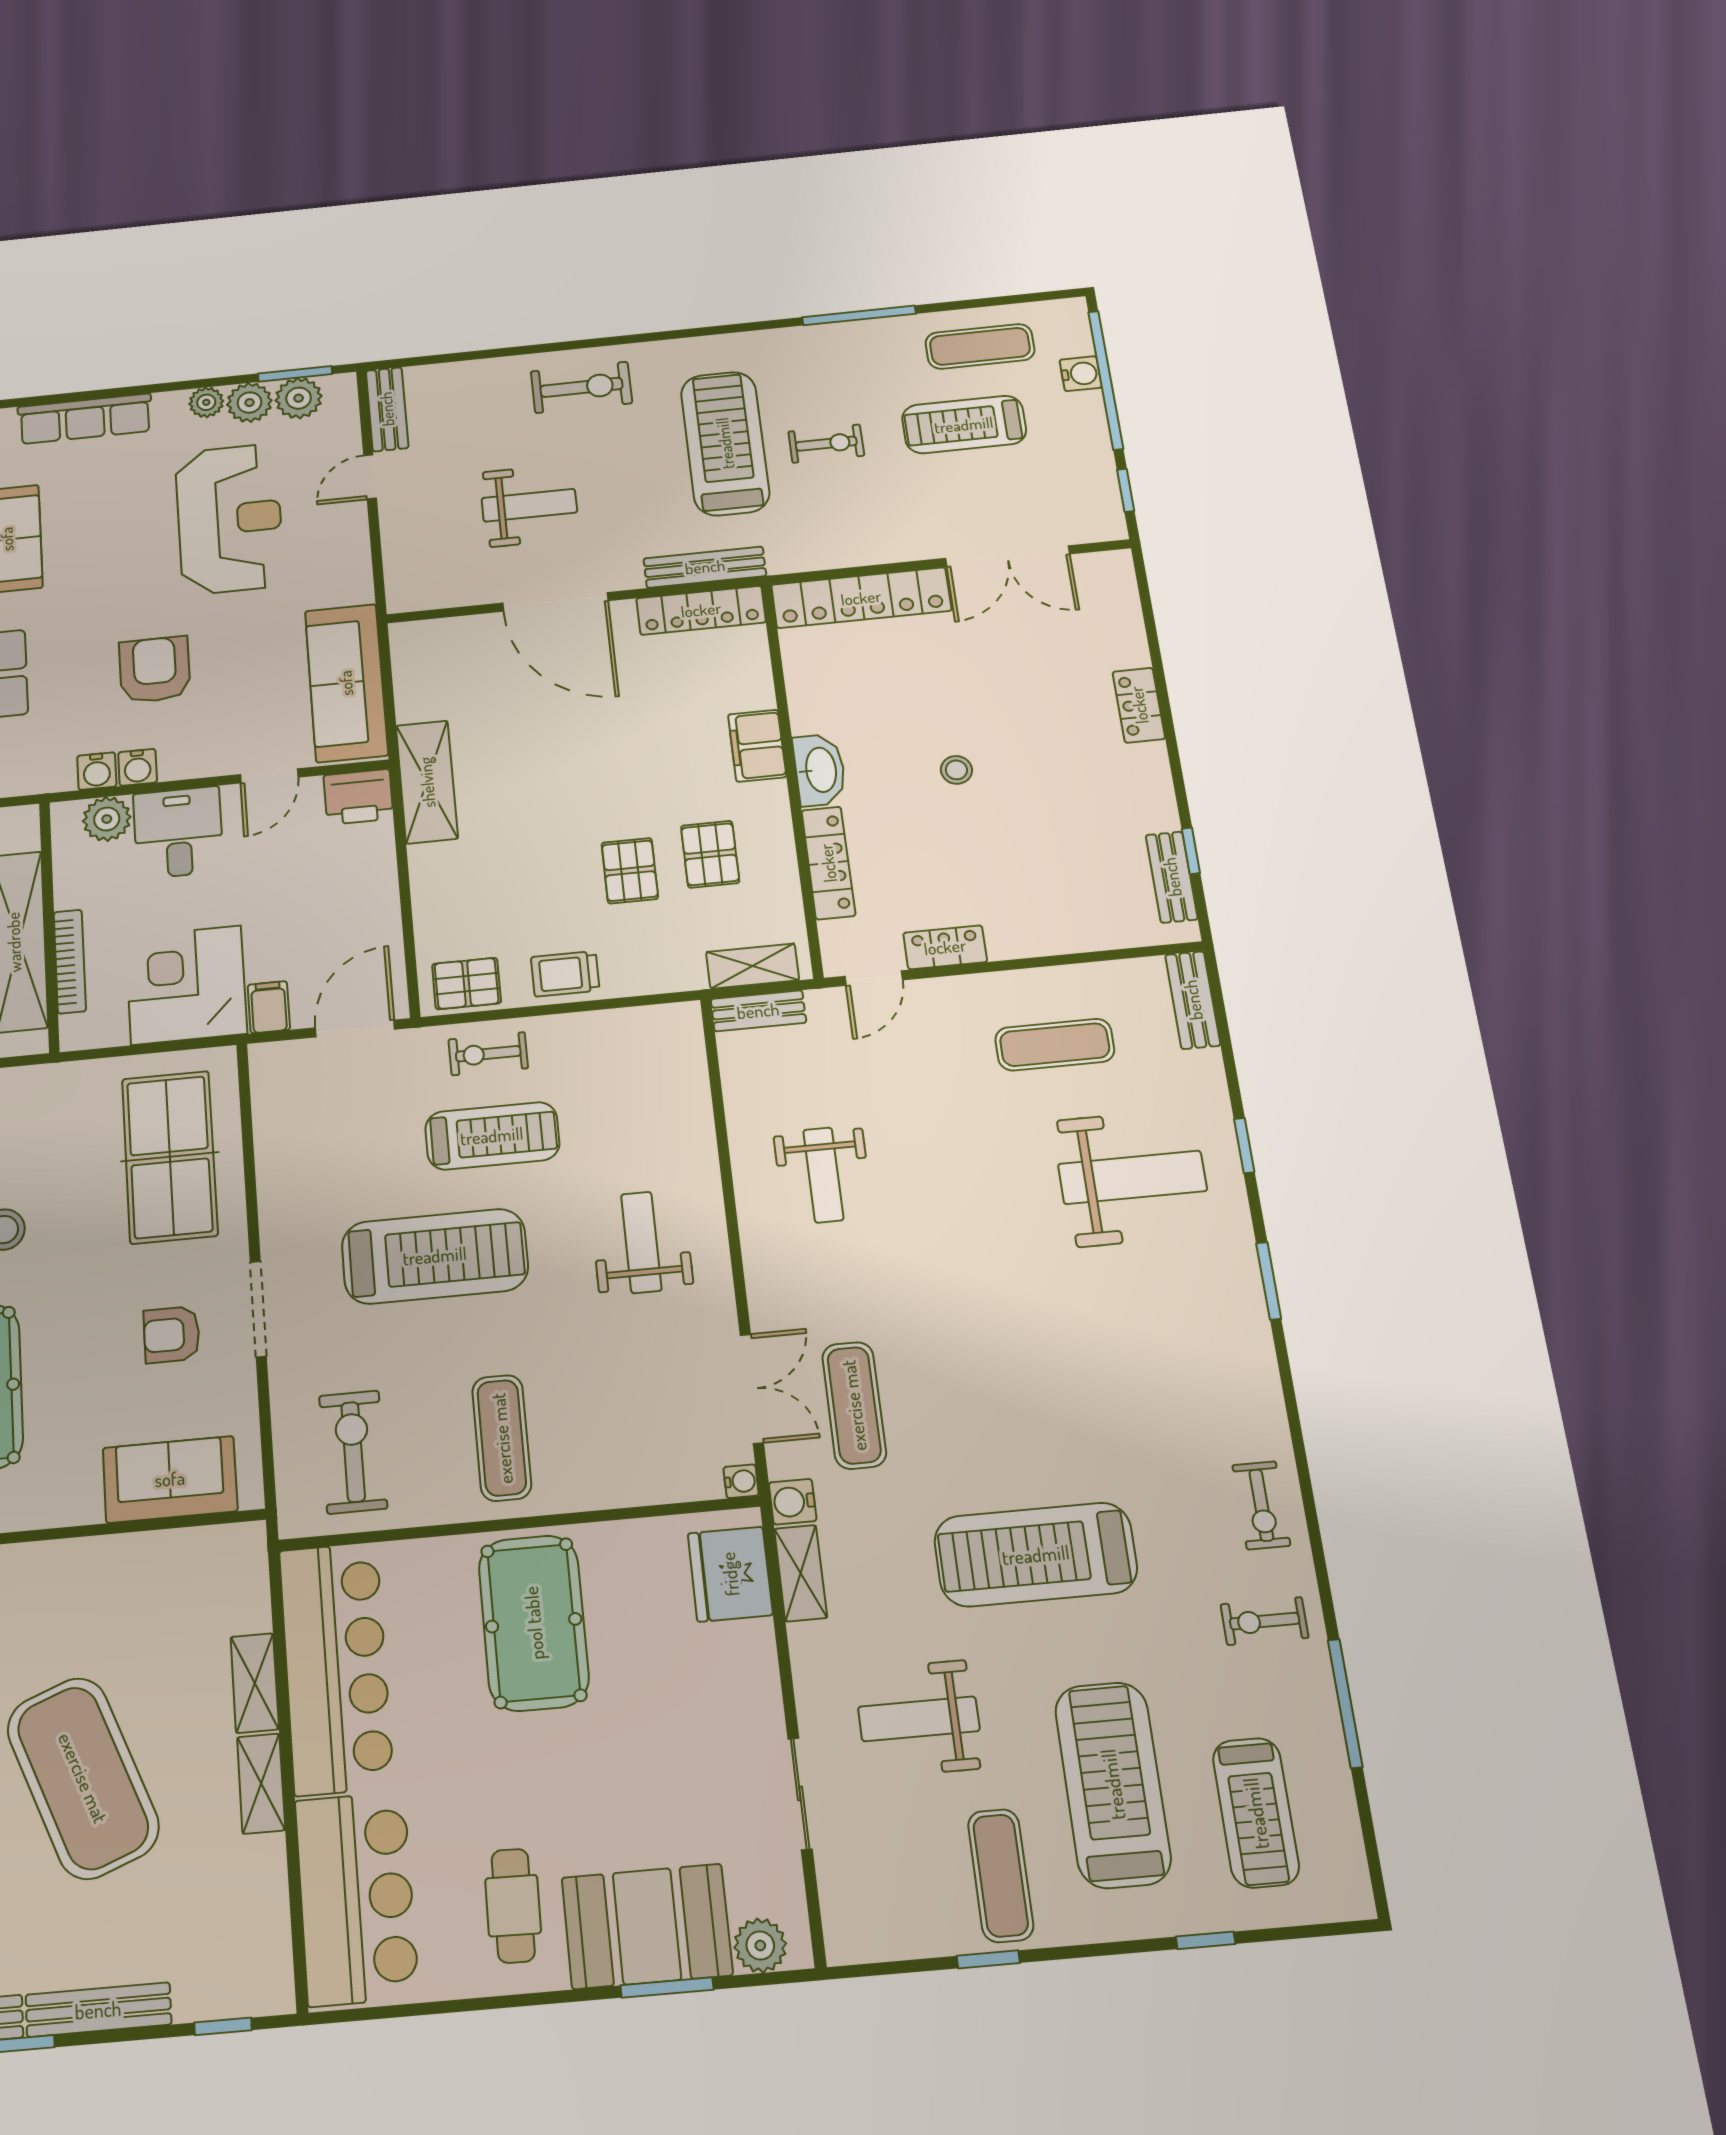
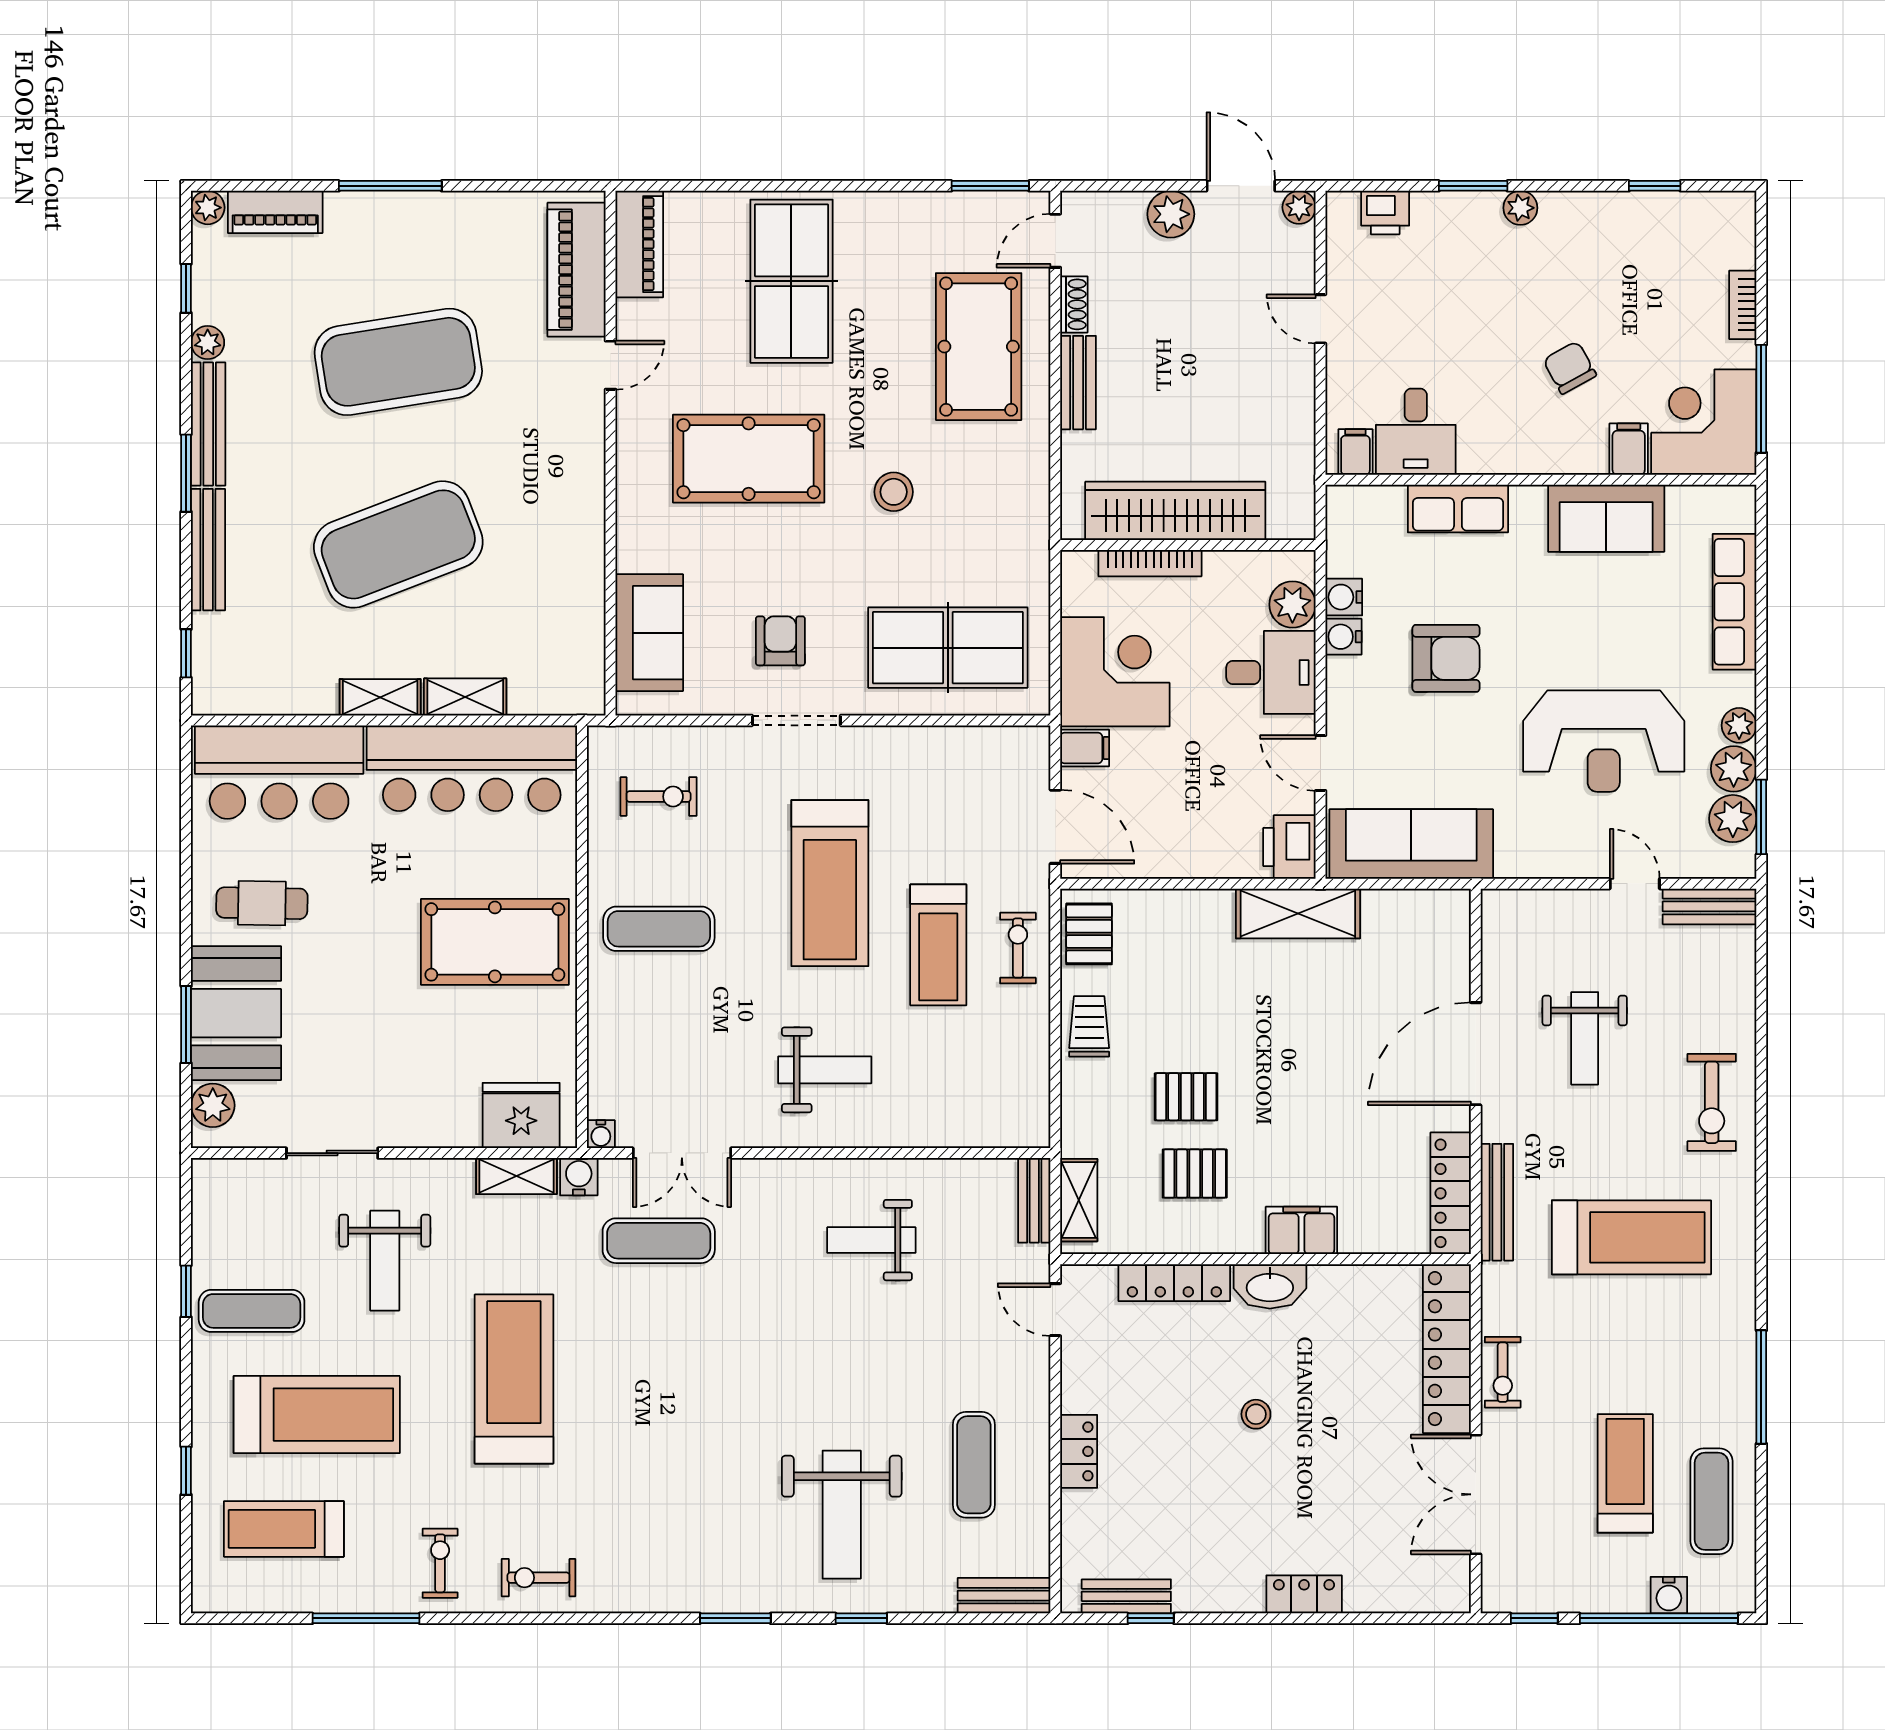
exercise bike: (826, 444) -> (1503, 1372), moved
locker: (945, 947) -> (1079, 1451), moved
exercise bike: (353, 1452) -> (659, 797), width x0.73, depth x0.72
weight bench: (919, 1719) -> (385, 1261), turned 180

